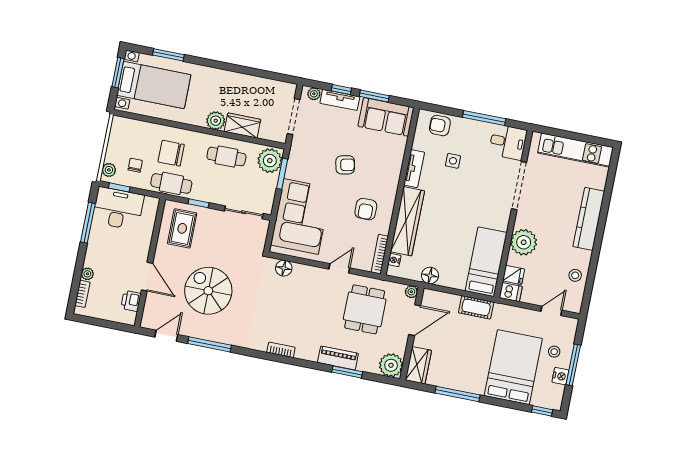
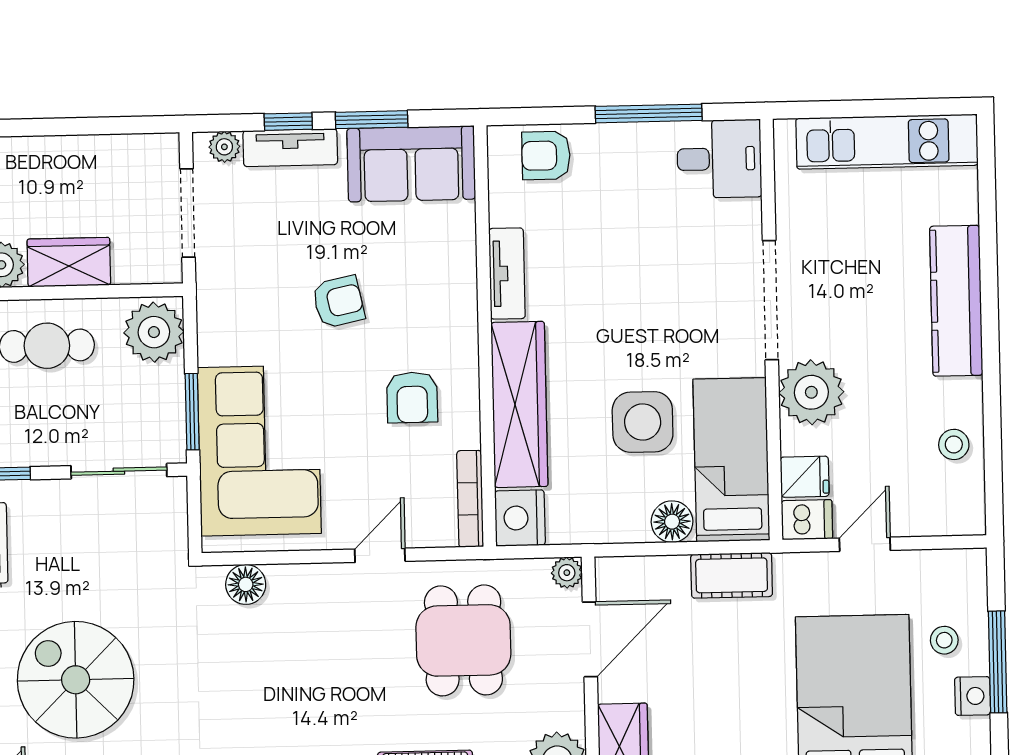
side table: (453, 161) -> (643, 422), moved, width x1.87, depth x1.87
window: (282, 174) -> (192, 412), moved
doorway: (519, 186) -> (770, 300), moved
nightstand: (394, 260) -> (520, 518), width x1.89, depth x1.79
floor lamp: (430, 275) -> (672, 522), moved
door: (551, 311) -> (865, 544), moved

